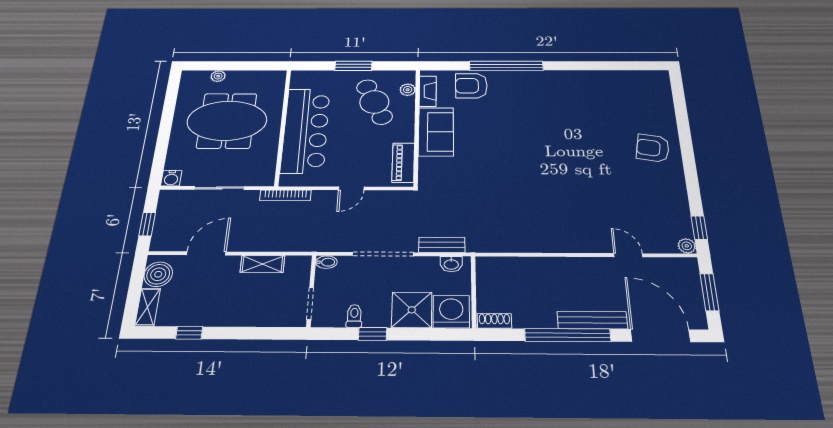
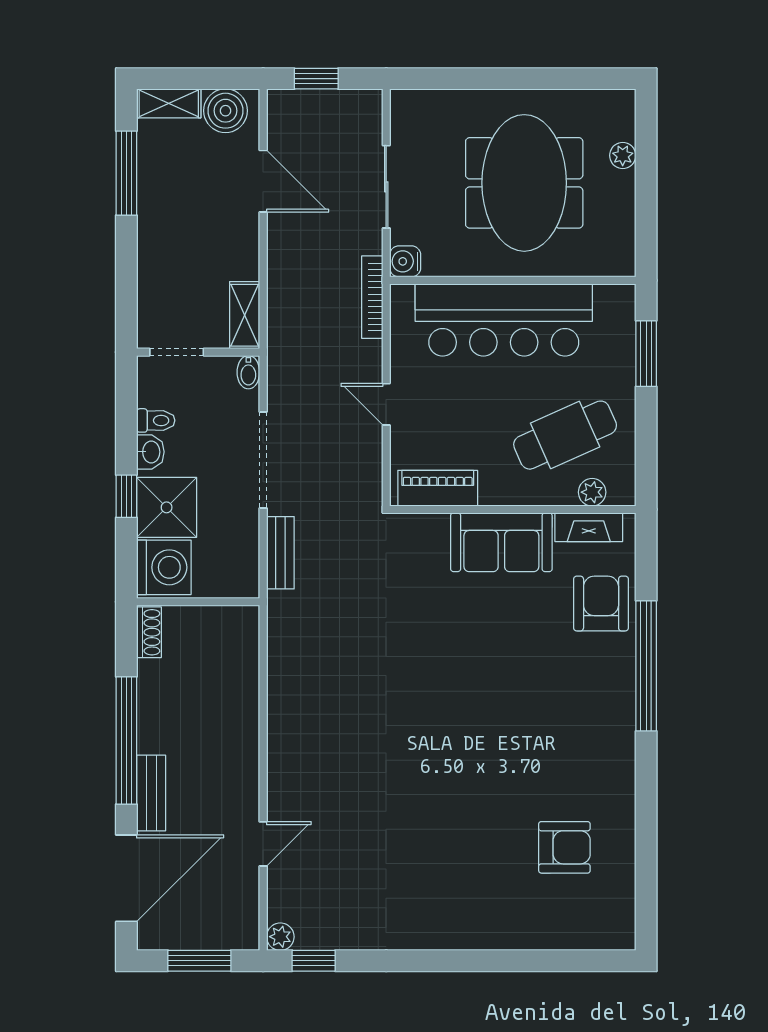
window: (353, 66) -> (646, 354), moved
armchair: (653, 148) -> (564, 847), moved, turned 80
water cooler: (171, 178) -> (405, 261), moved
shelving: (262, 264) -> (245, 315), moved
washbasin: (451, 264) -> (150, 452), moved, turned 180
bench: (592, 320) -> (151, 793), width x0.73
window: (189, 333) -> (126, 173), width x2.17
window: (373, 334) -> (126, 496), moved

